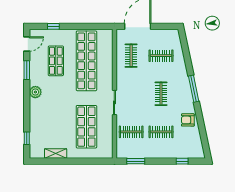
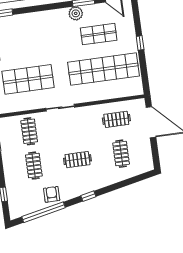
window: (53, 26) -> (140, 43), moved
window: (194, 89) -> (88, 196), width x0.46
plant: (35, 92) -> (76, 13), moved
window: (202, 129) -> (43, 212), added

